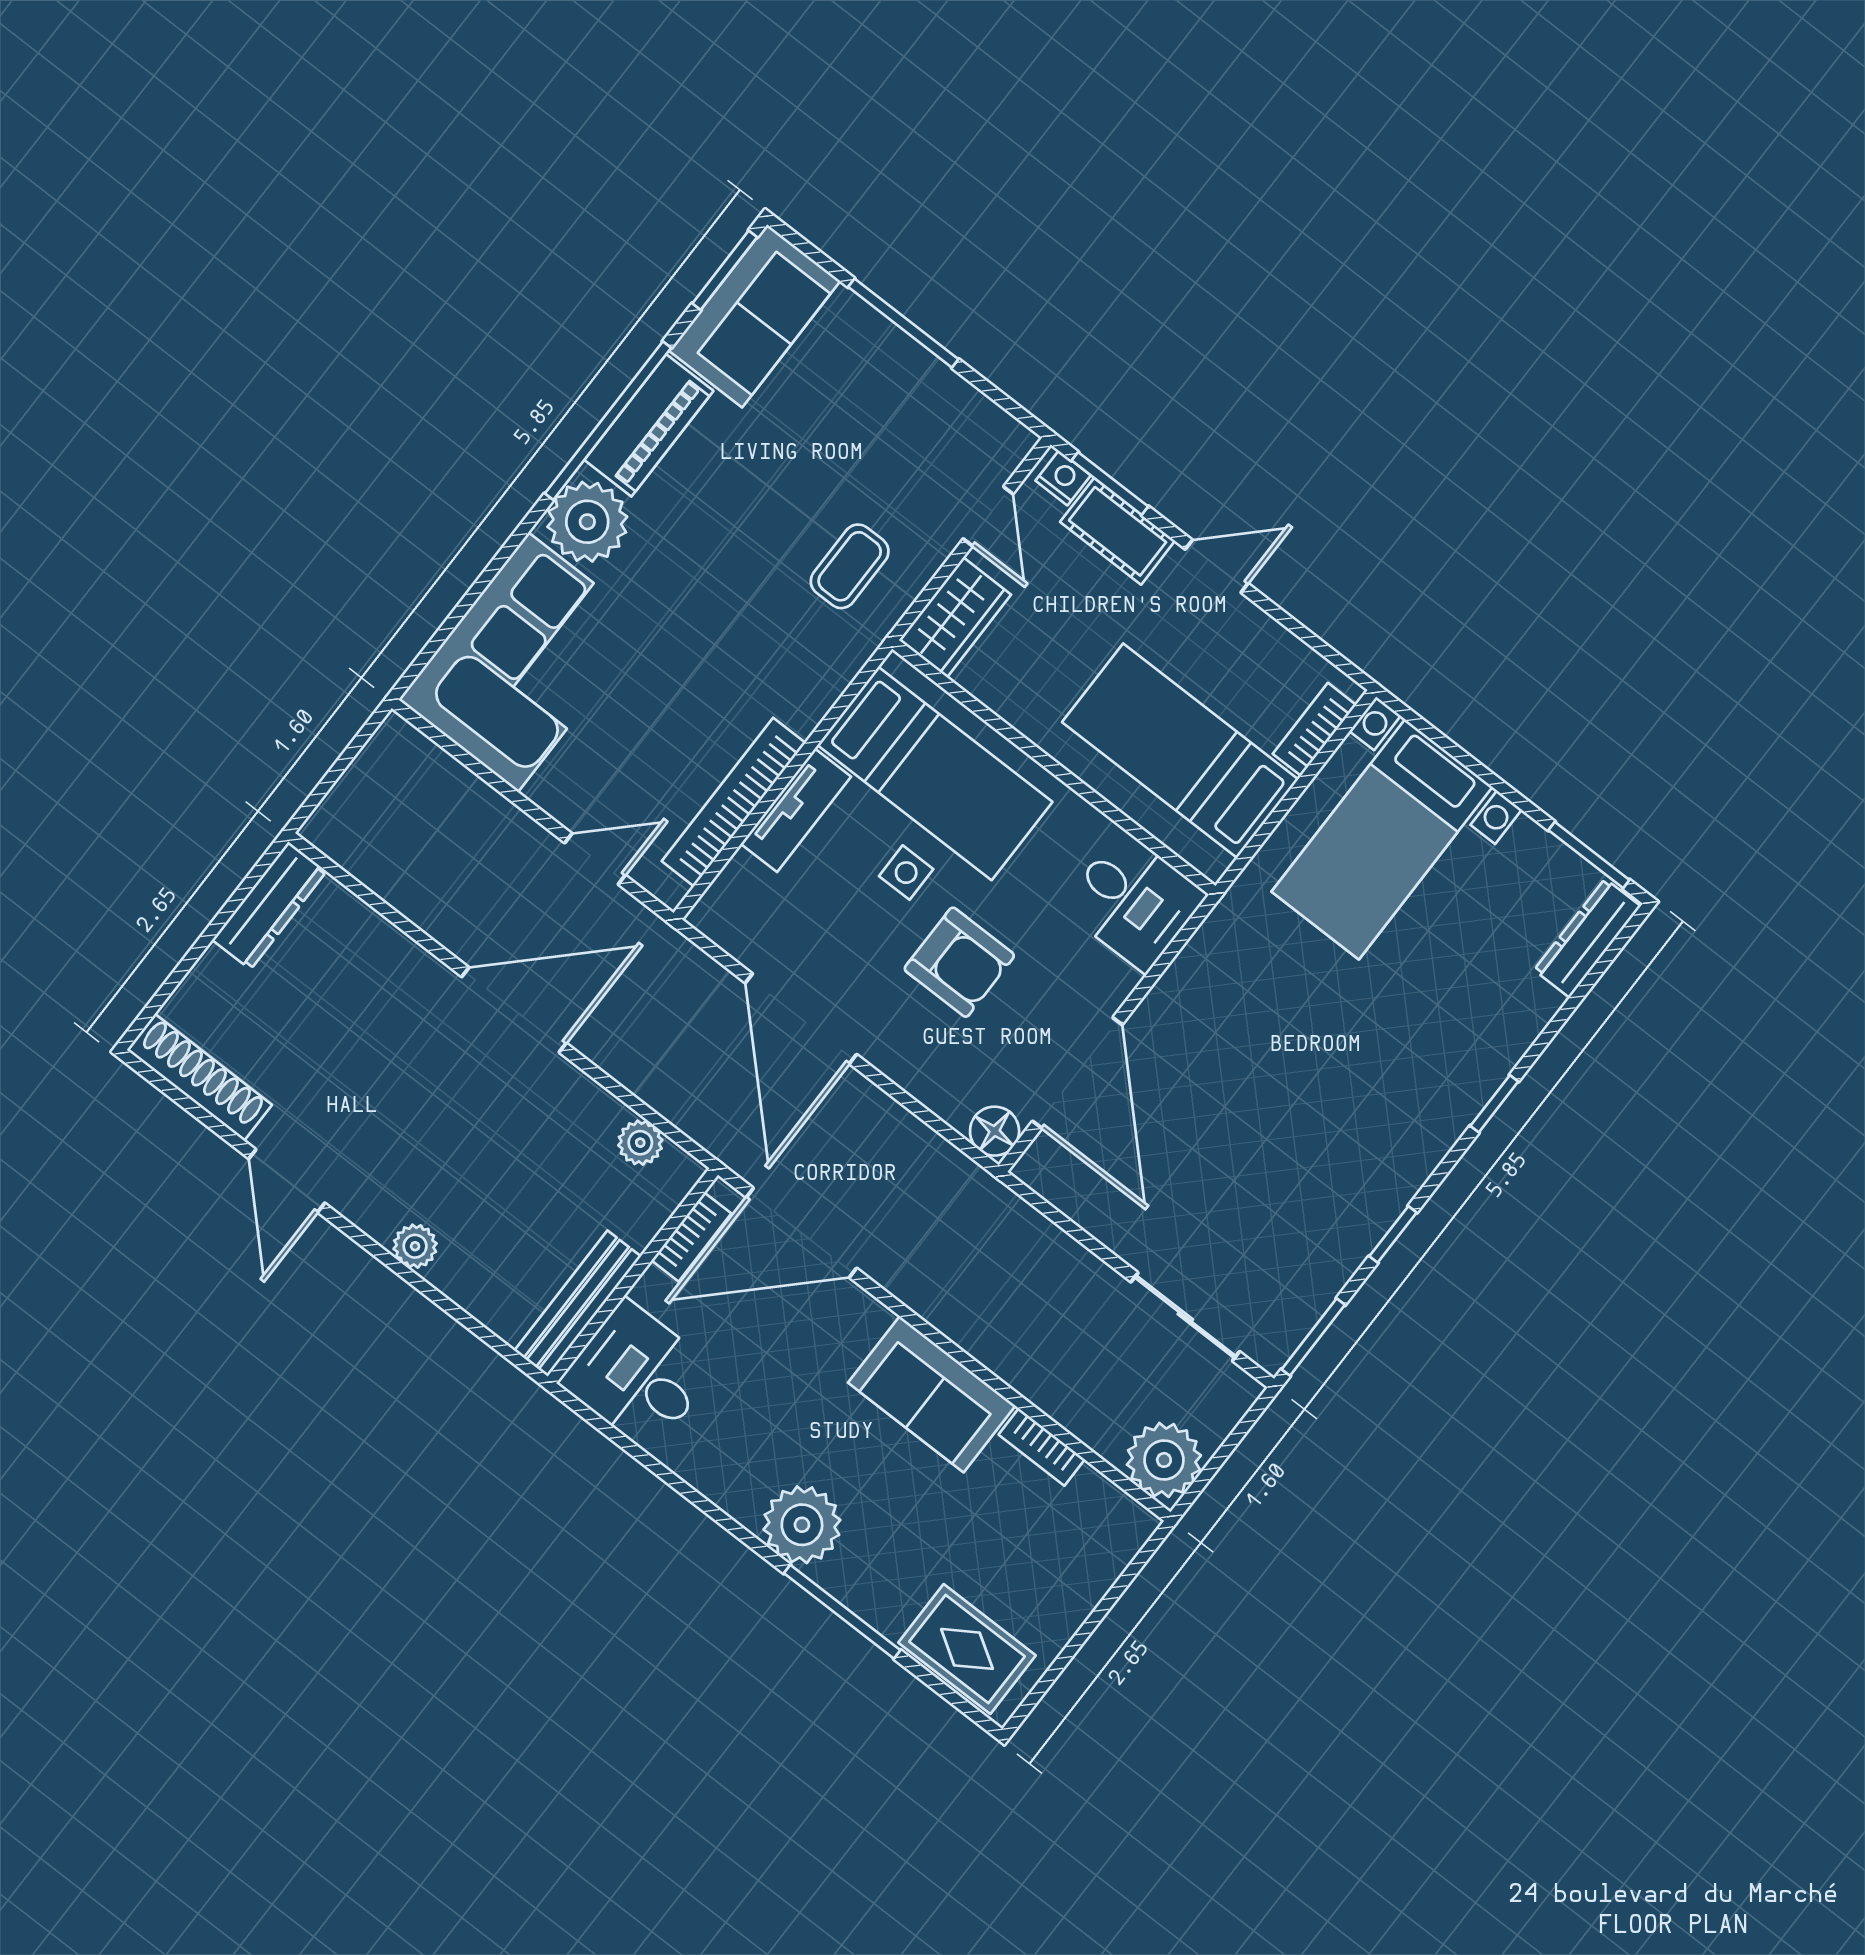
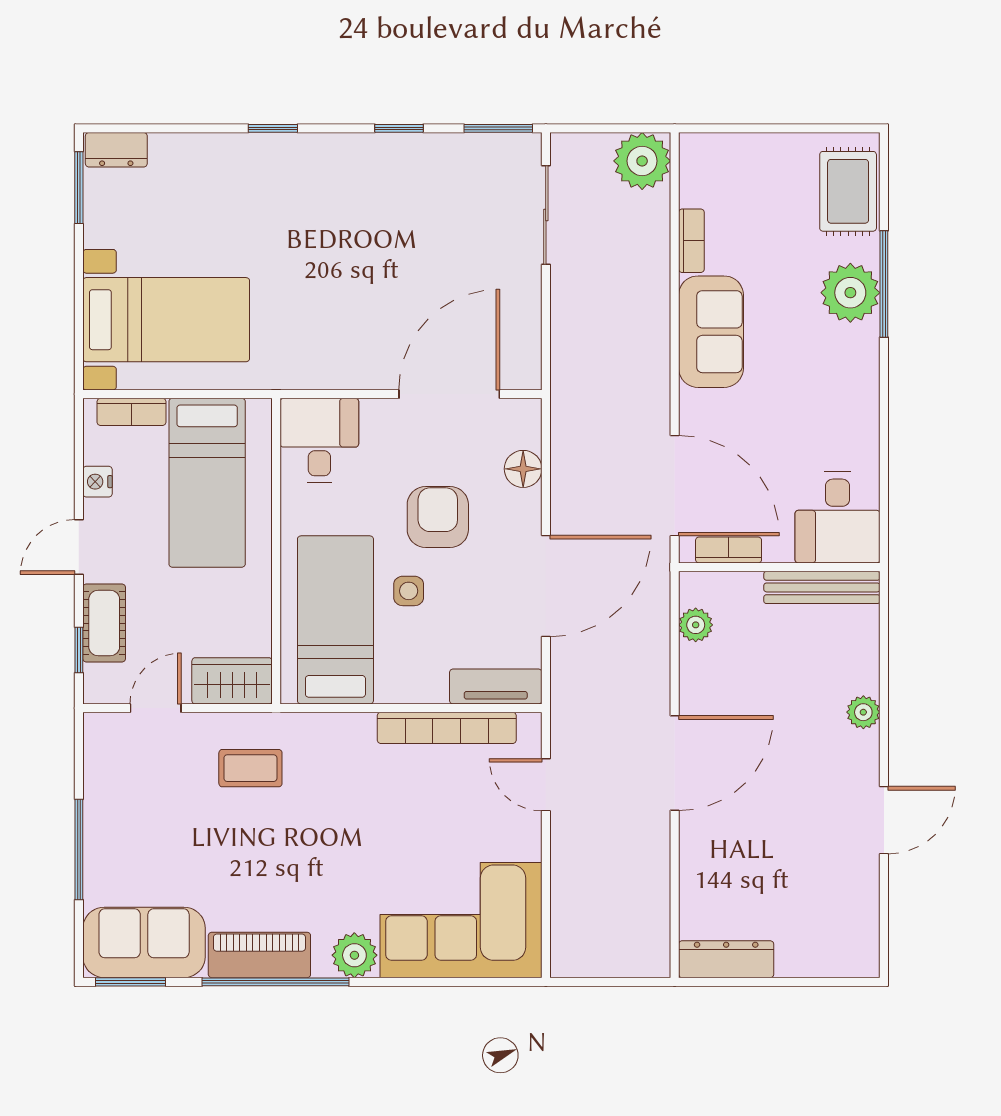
nightstand: (1063, 478) -> (97, 482), moved
window: (1110, 483) -> (79, 650), width x0.67
plant: (587, 522) -> (354, 955), width x0.73, depth x0.73
door: (1217, 566) -> (79, 547), hinge flipped
tv unit: (796, 810) -> (496, 686), moved
dresser: (1587, 938) -> (116, 150), width x0.70
door: (514, 1010) -> (675, 763), swing flipped
shoe rack: (199, 1077) -> (862, 921), removed
floor lamp: (995, 1131) -> (523, 469), moved
plant: (802, 1525) -> (850, 293), moved

